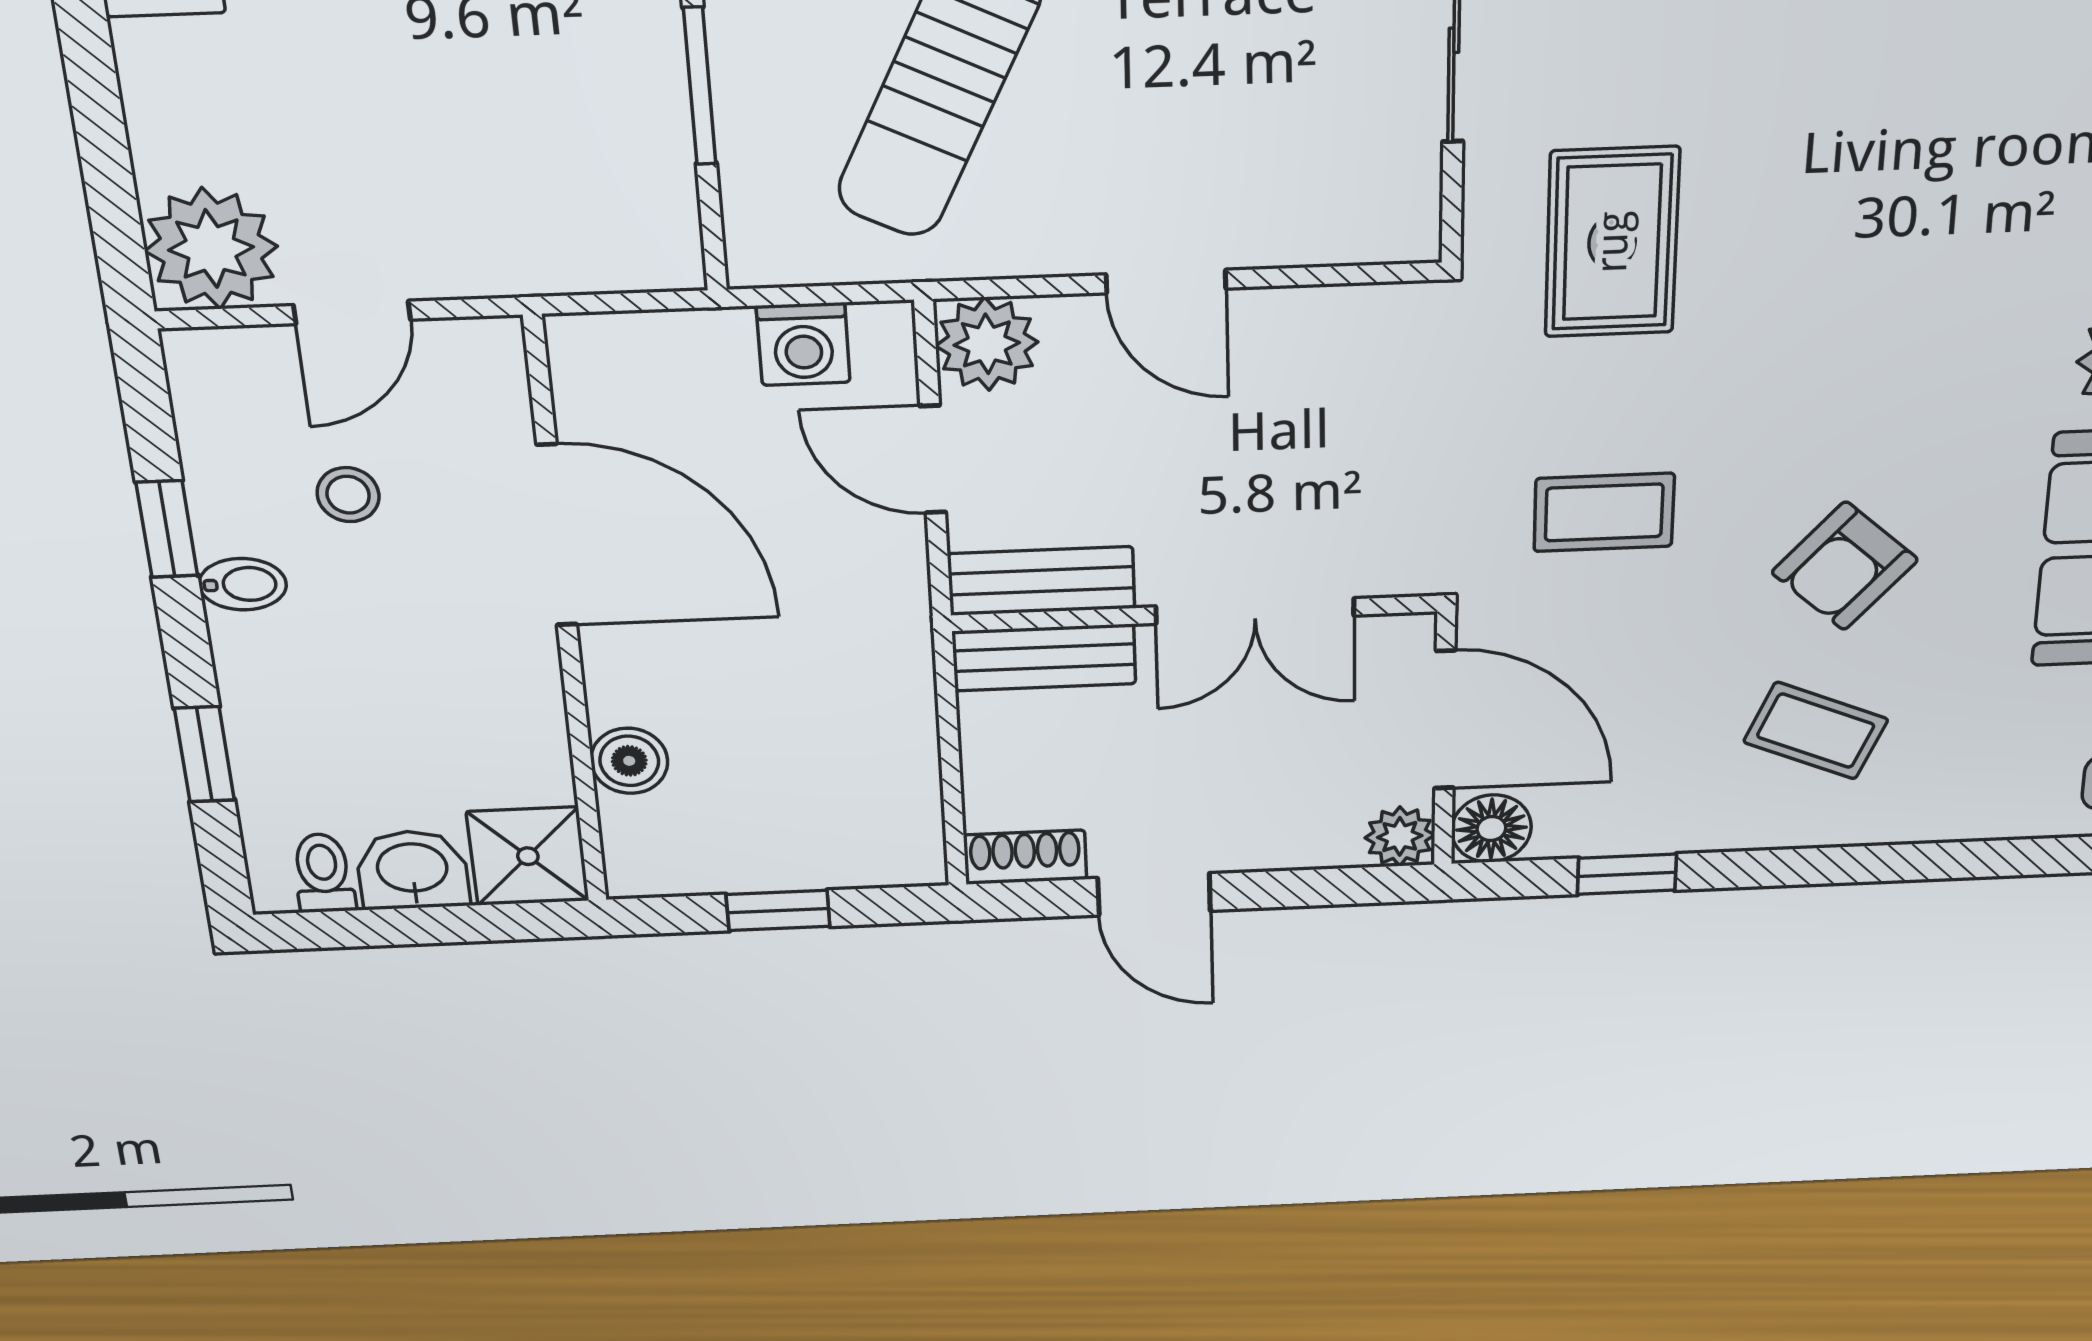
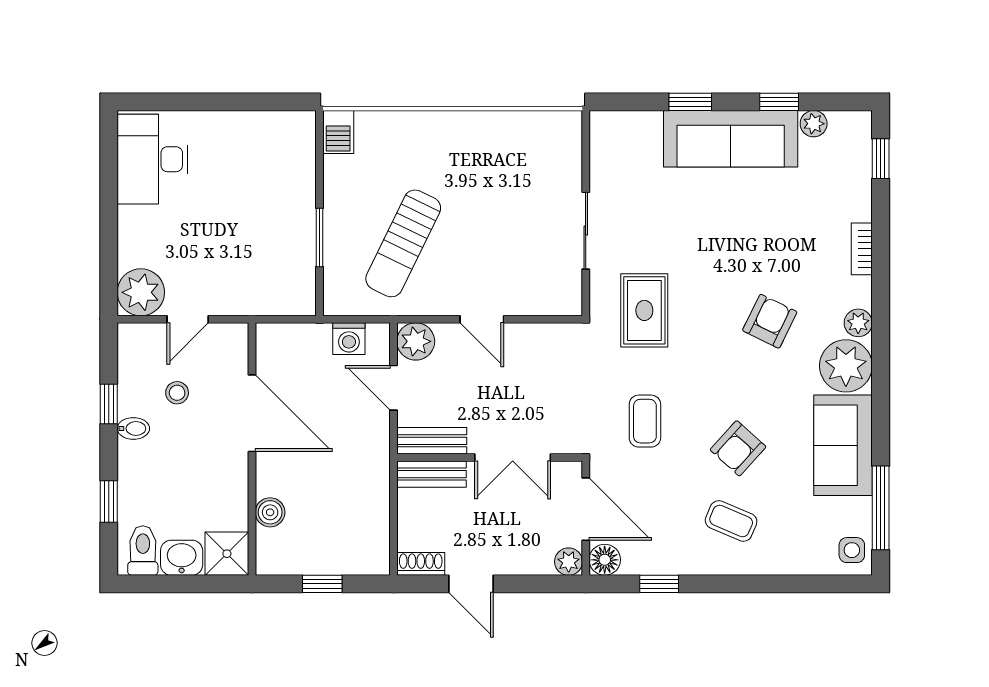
armchair: (1952, 256) -> (770, 321), added
coffee table: (1604, 512) -> (645, 421), turned 90
toilet: (323, 873) -> (143, 551), width x1.37, depth x1.39

